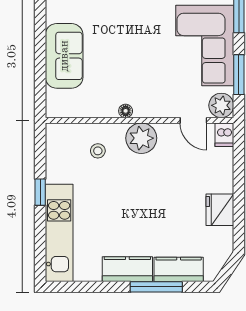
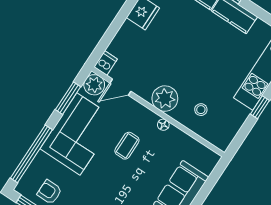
coffee table: (148, 66) -> (127, 146), added
door: (193, 120) -> (120, 87), swing flipped

